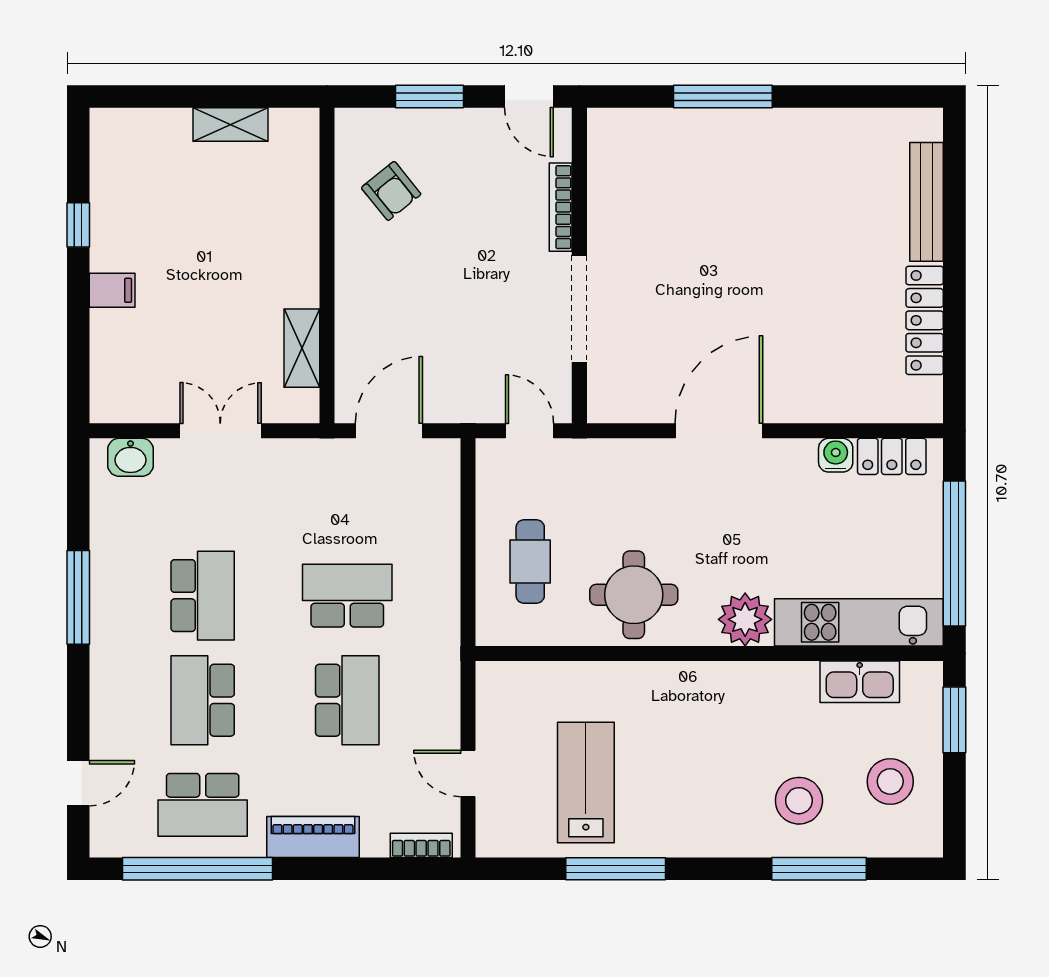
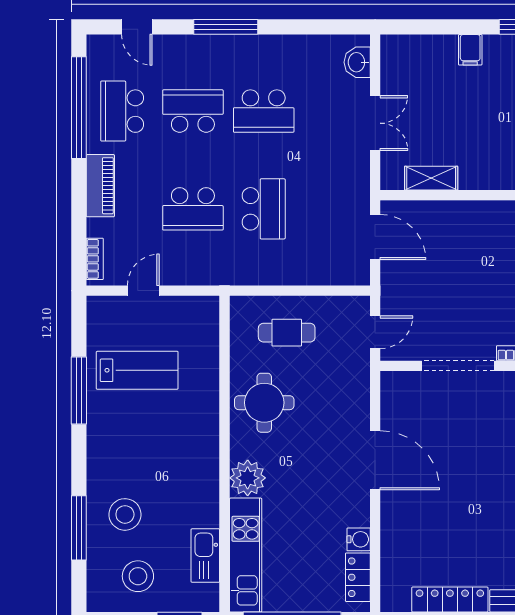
window: (78, 597) -> (226, 27), moved

